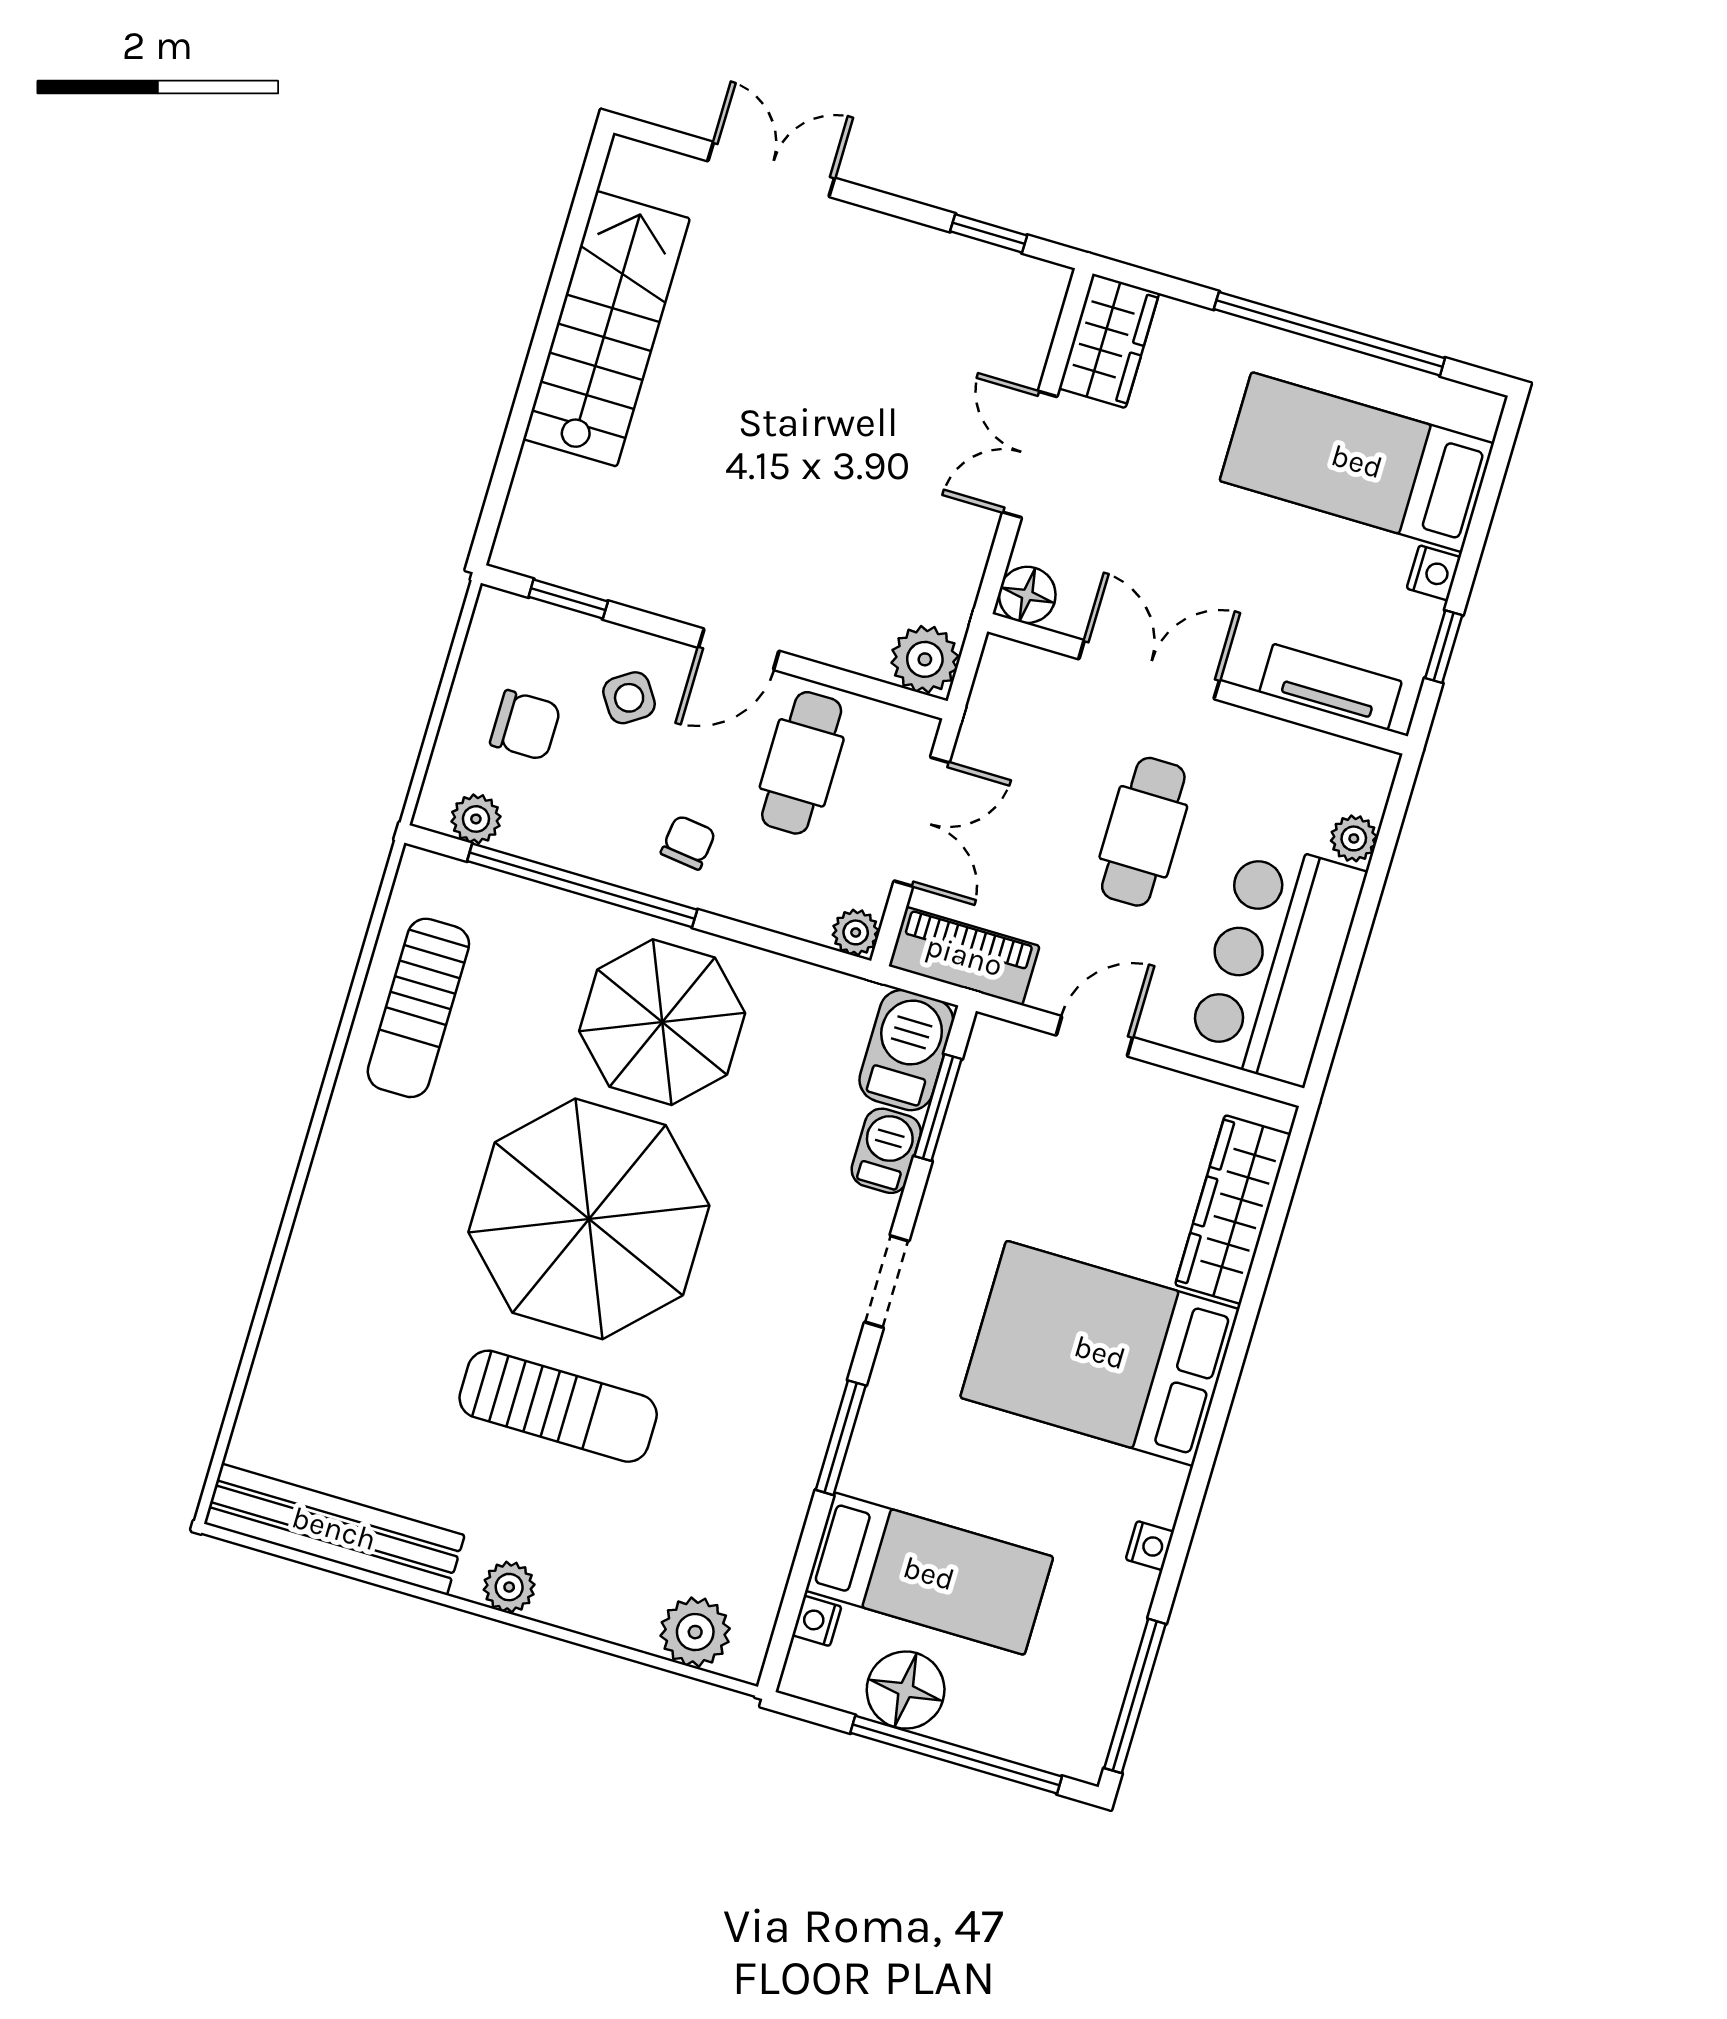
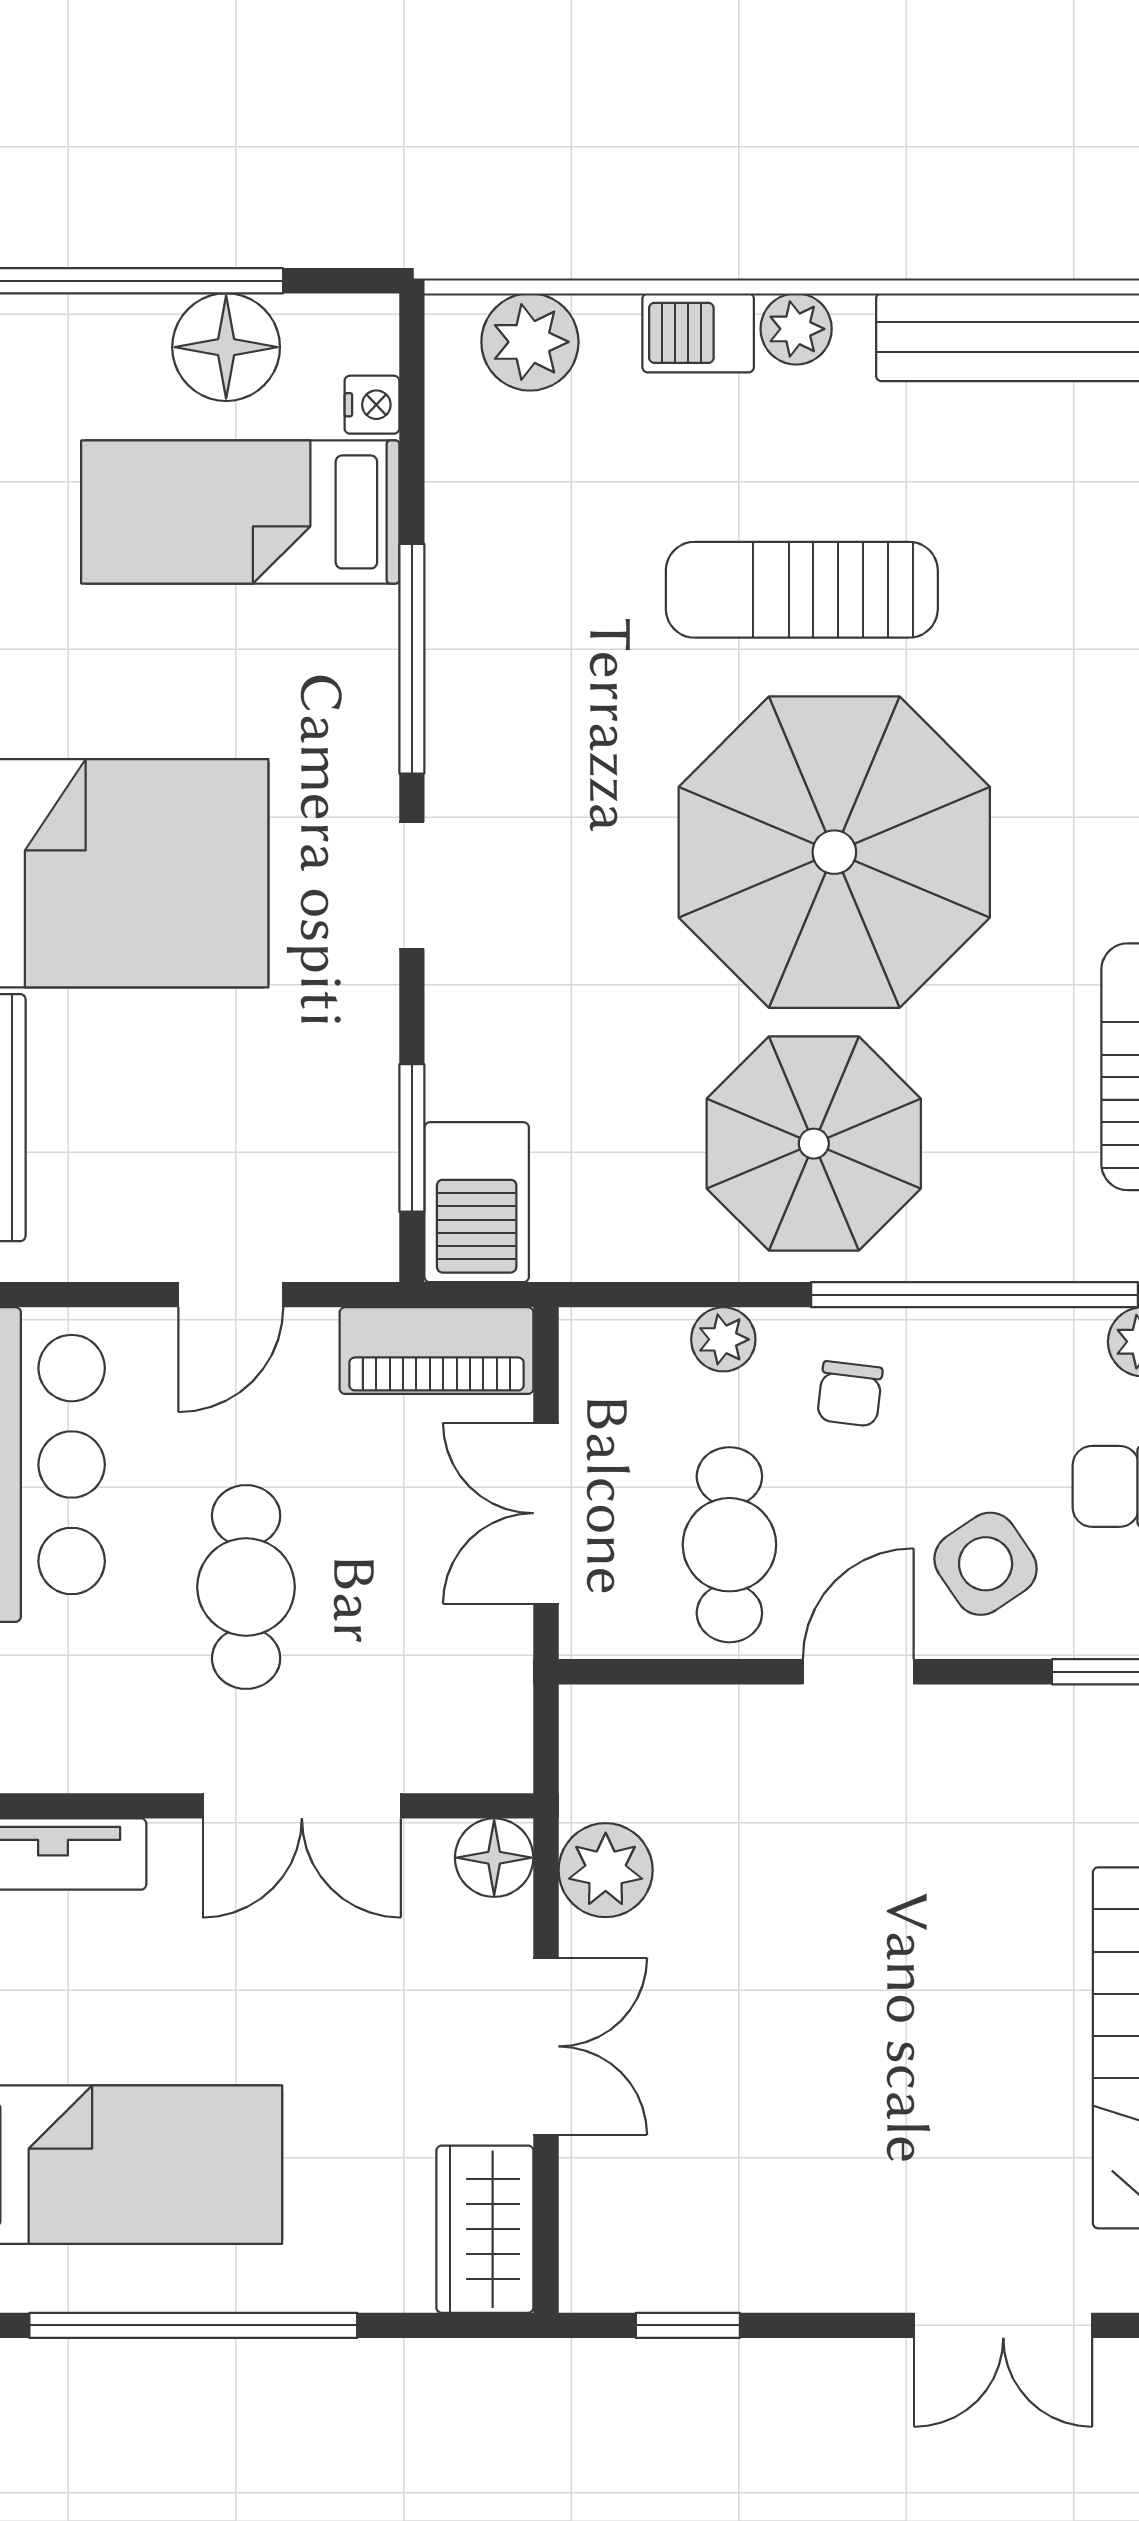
plant: (925, 659) -> (606, 1870), moved
side table: (629, 698) -> (986, 1564), width x1.37, depth x1.37
plant: (856, 932) -> (723, 1339), moved
barbecue: (886, 1151) -> (698, 333), moved, turned 90
window: (841, 1438) -> (412, 659), width x1.44

